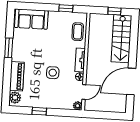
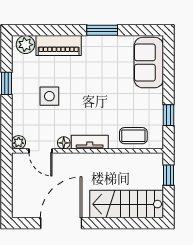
window: (114, 11) -> (169, 175), moved
side table: (53, 73) -> (49, 96), moved
door: (131, 81) -> (61, 223), hinge flipped

